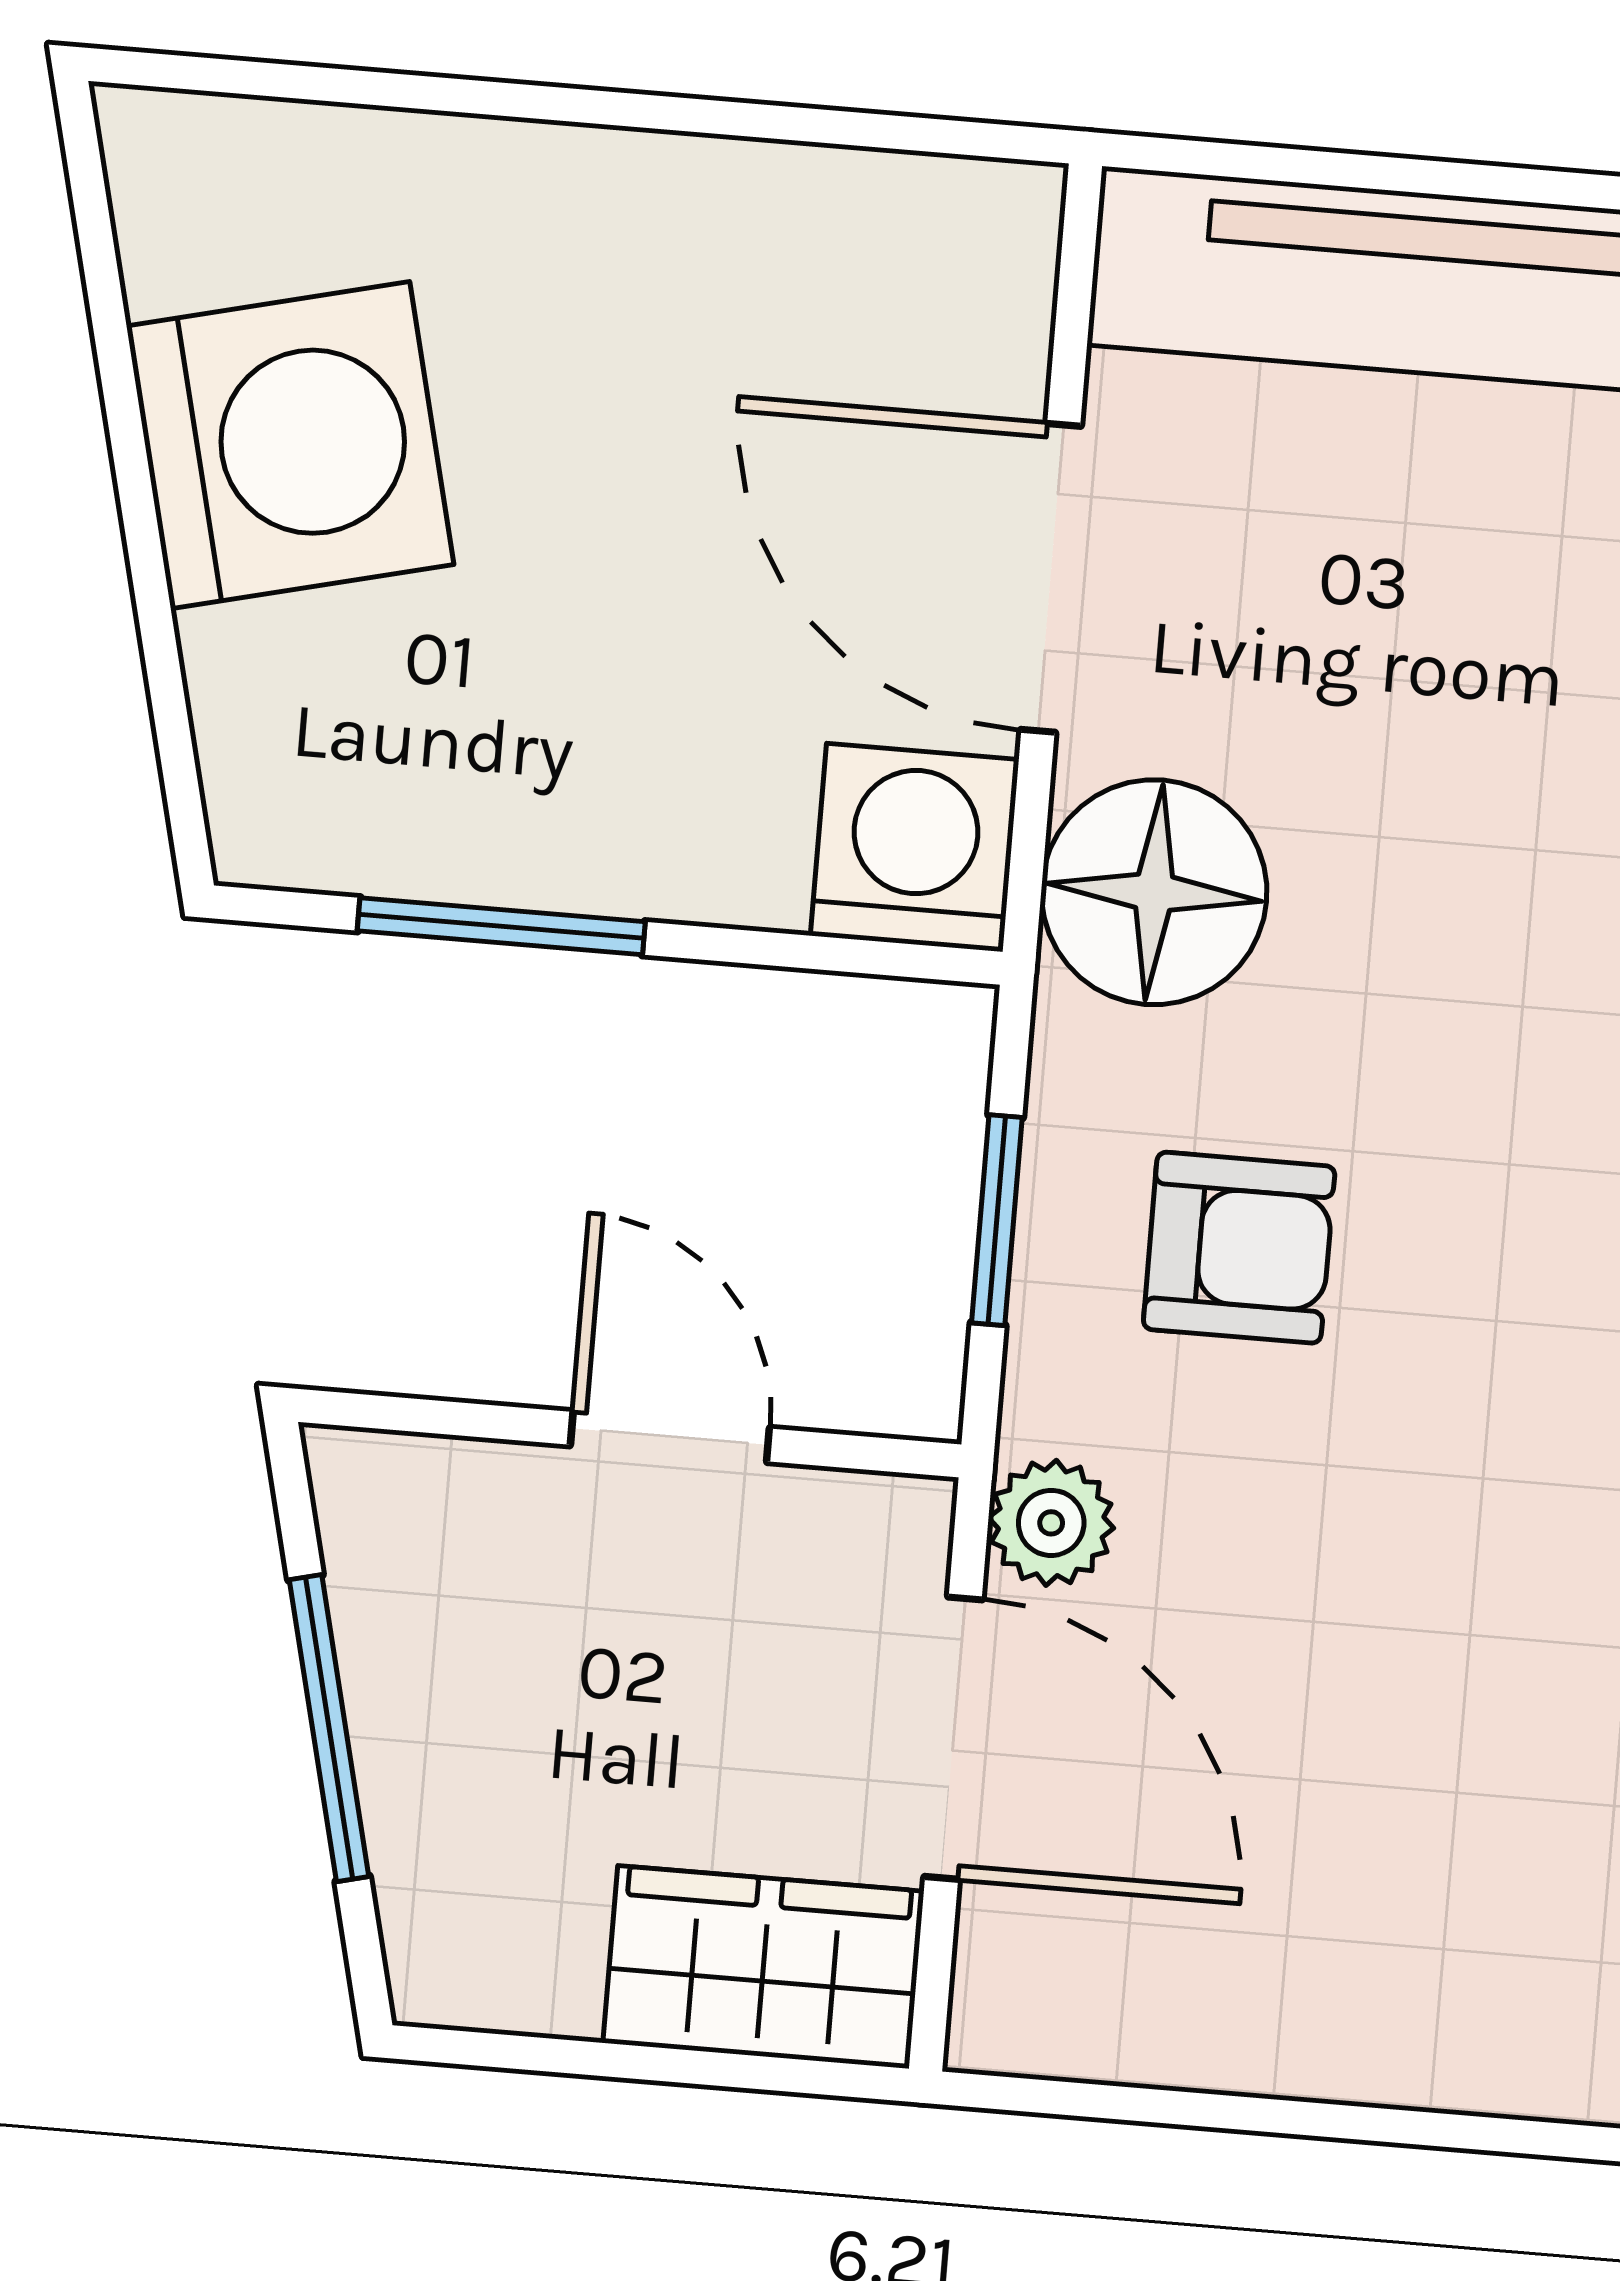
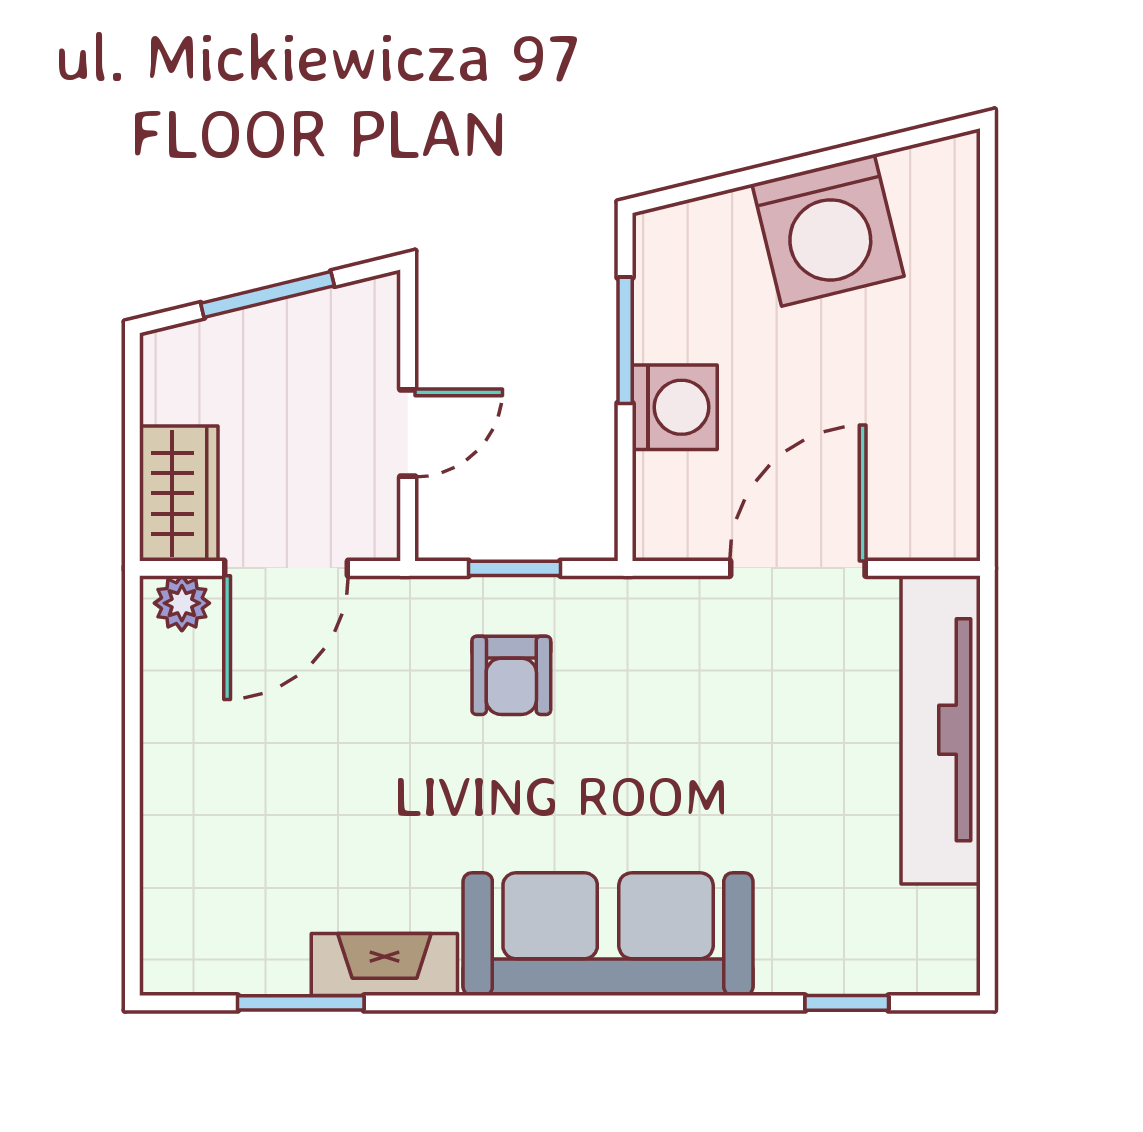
washing machine: (915, 847) -> (675, 407), moved
floor lamp: (1154, 892) -> (664, 625), removed
plant: (1051, 1523) -> (182, 603), moved

